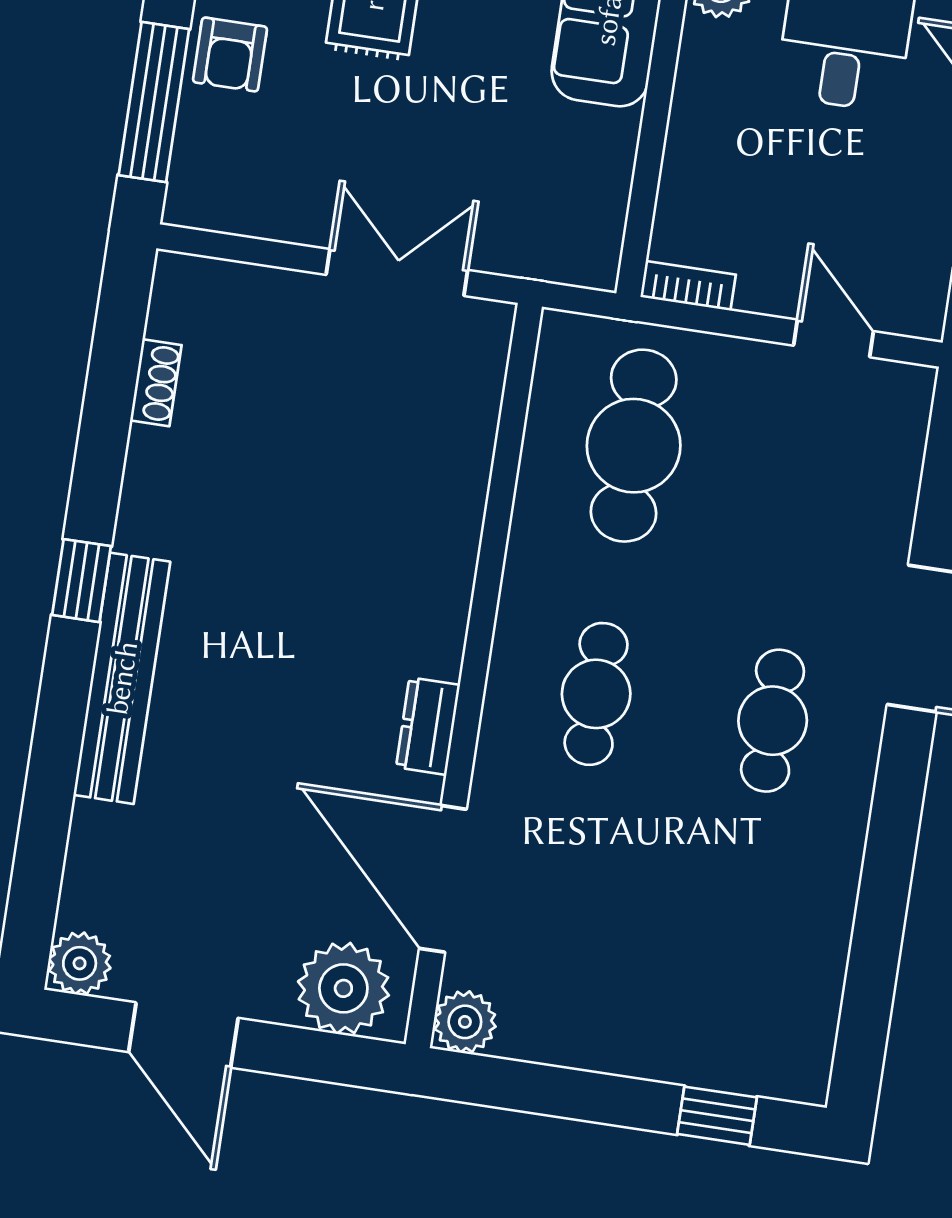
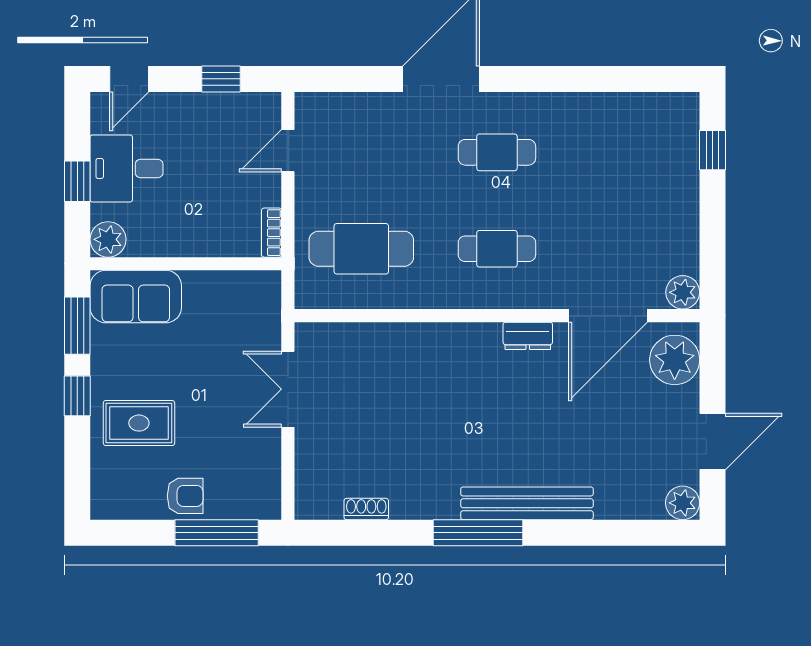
window: (81, 581) -> (478, 533), width x2.17

